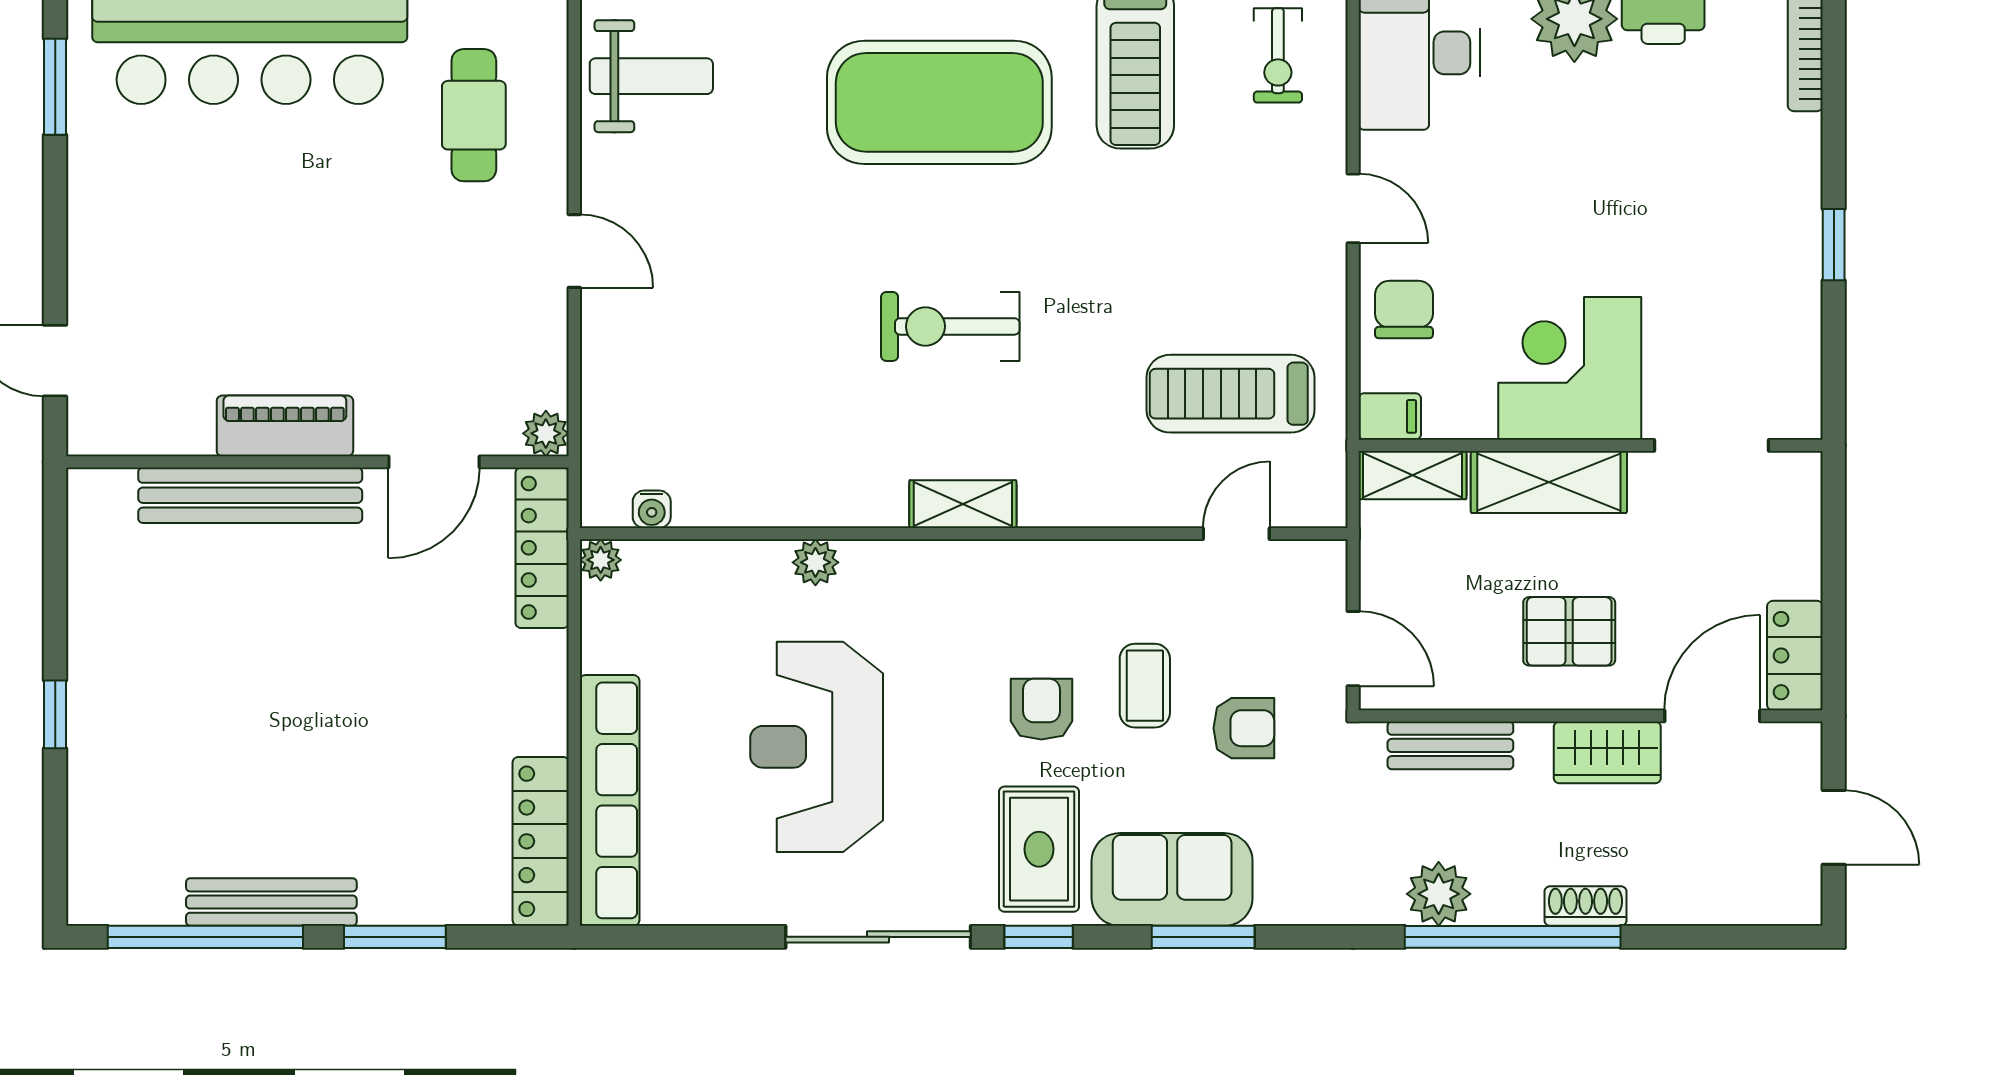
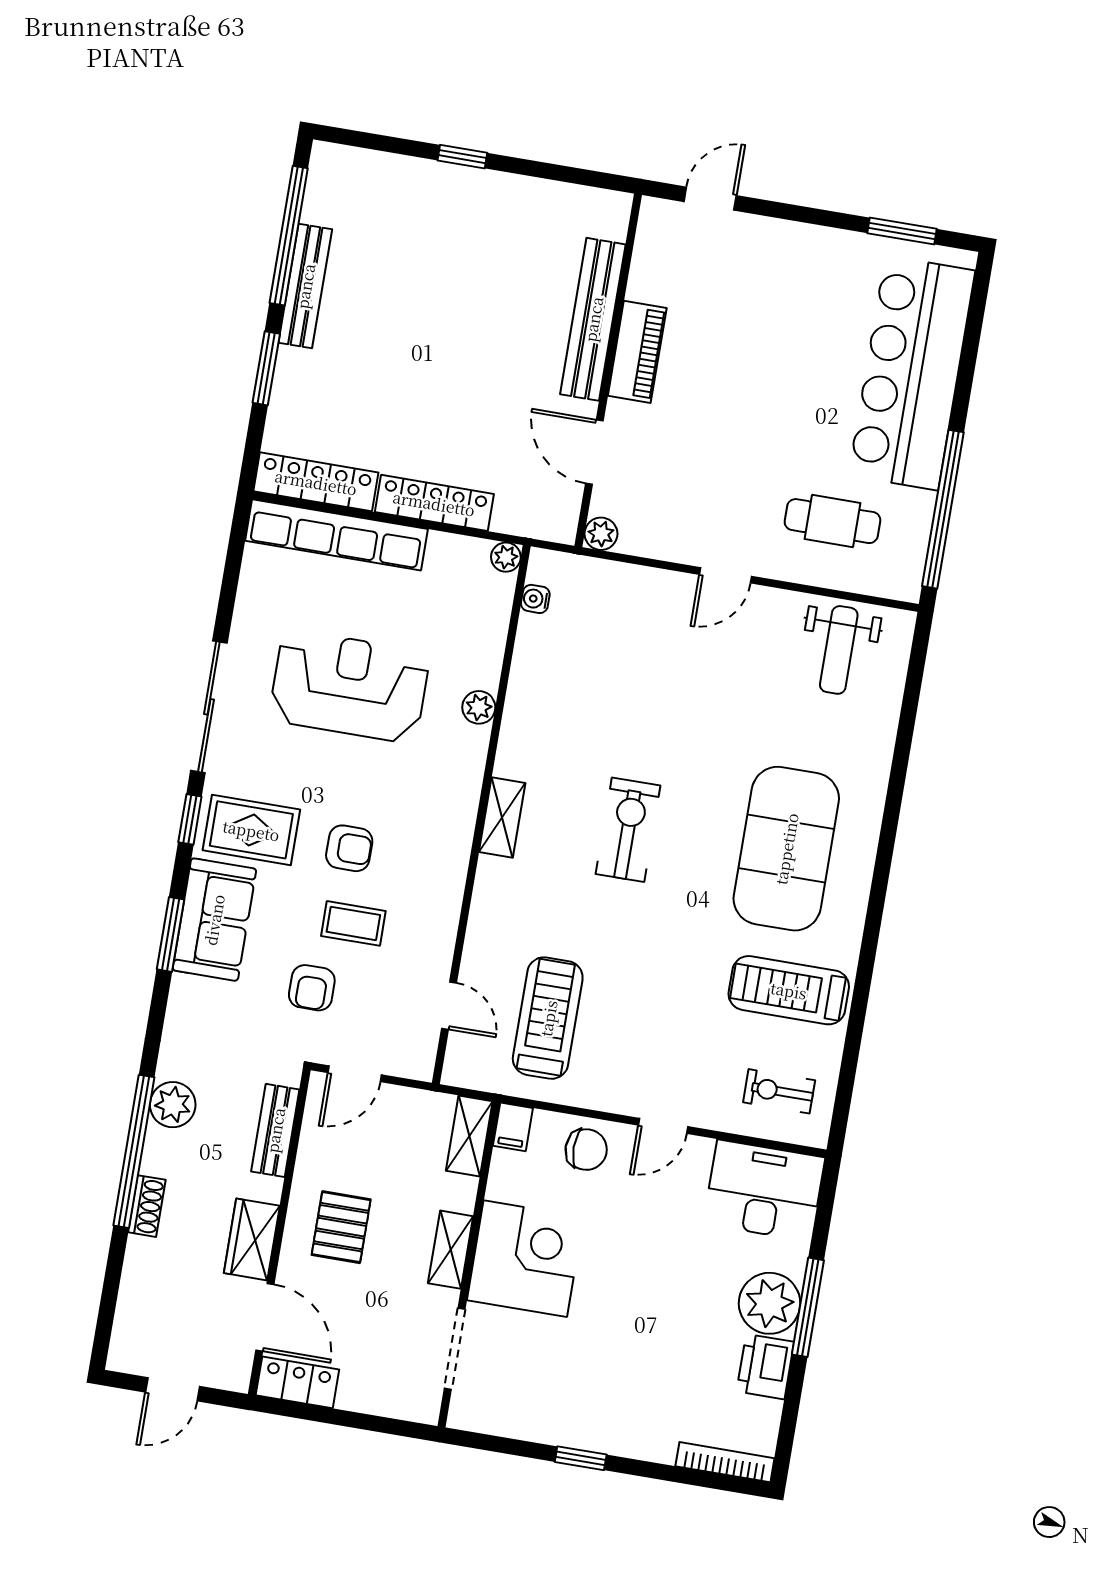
shelving: (1549, 482) -> (451, 1250), width x0.67, depth x0.75
locker: (542, 548) -> (434, 503), moved

